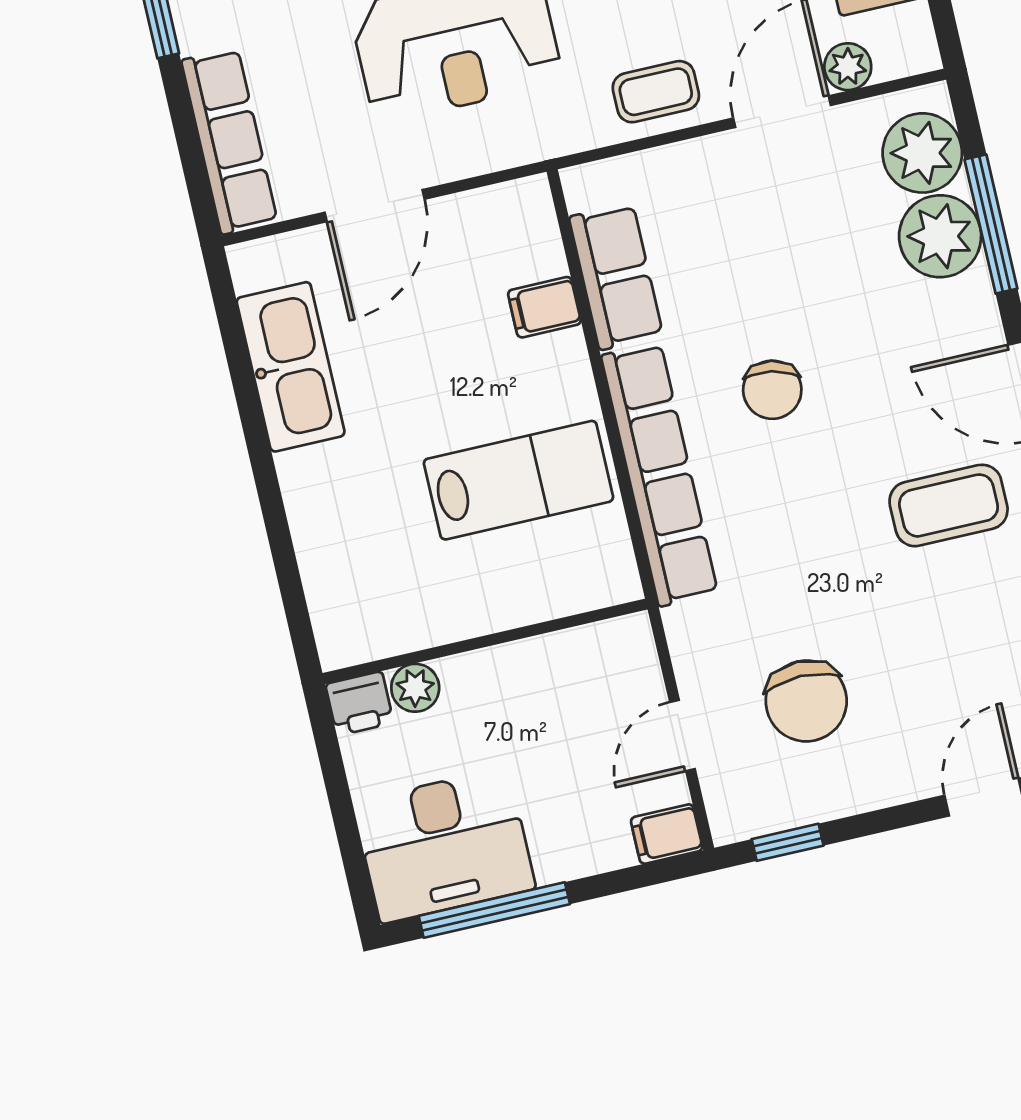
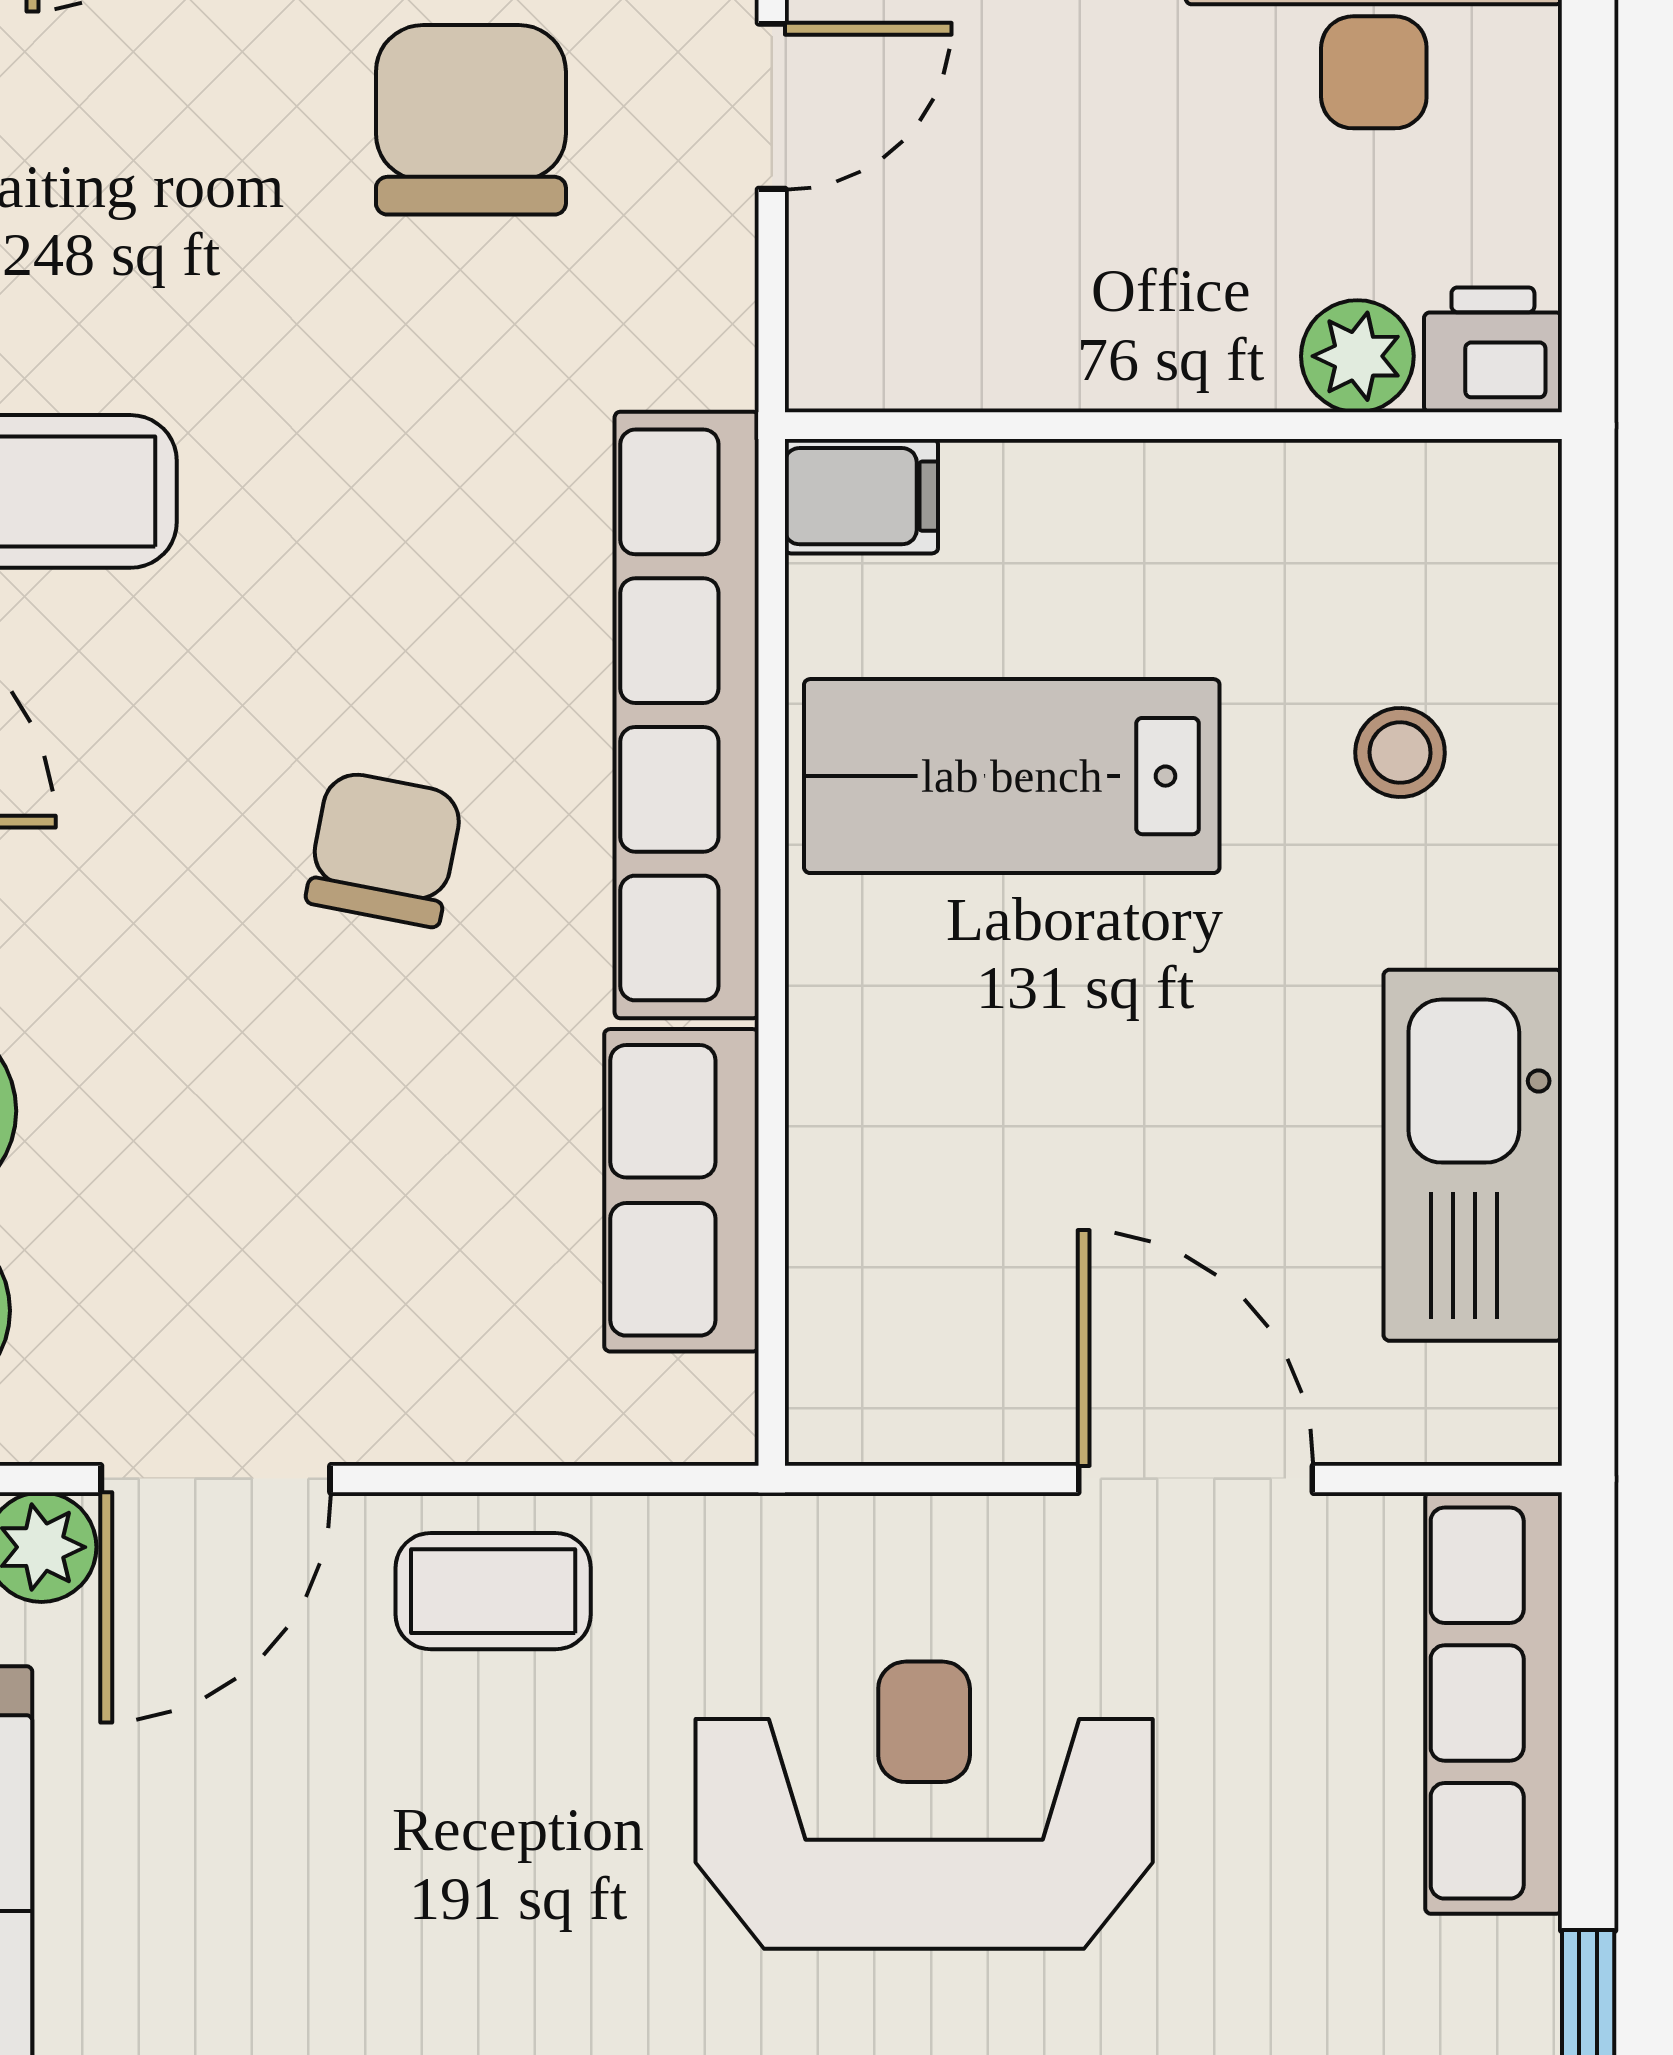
door: (375, 206) -> (1196, 1479), hinge flipped
filing cabinet: (544, 307) -> (861, 496), moved
stool: (359, 527) -> (1400, 753), added

